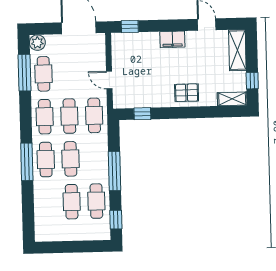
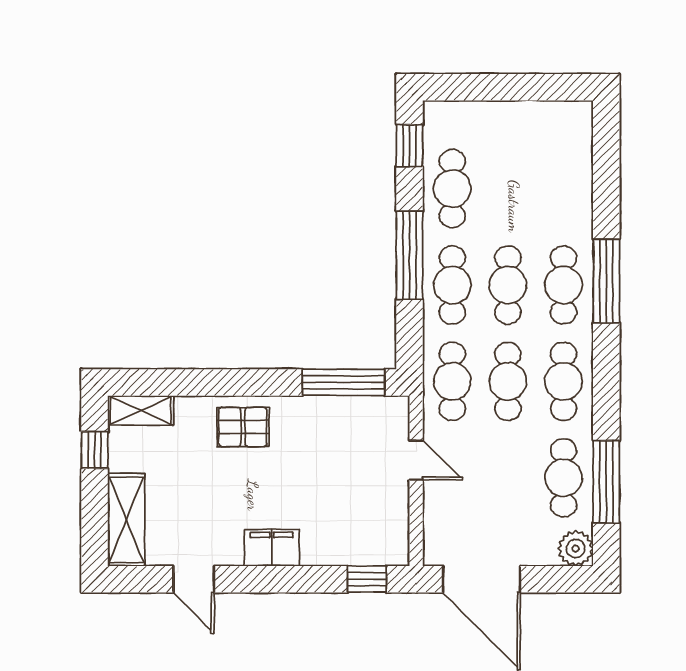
window: (142, 114) -> (344, 382), width x2.17
cafe table: (72, 202) -> (452, 285), moved

